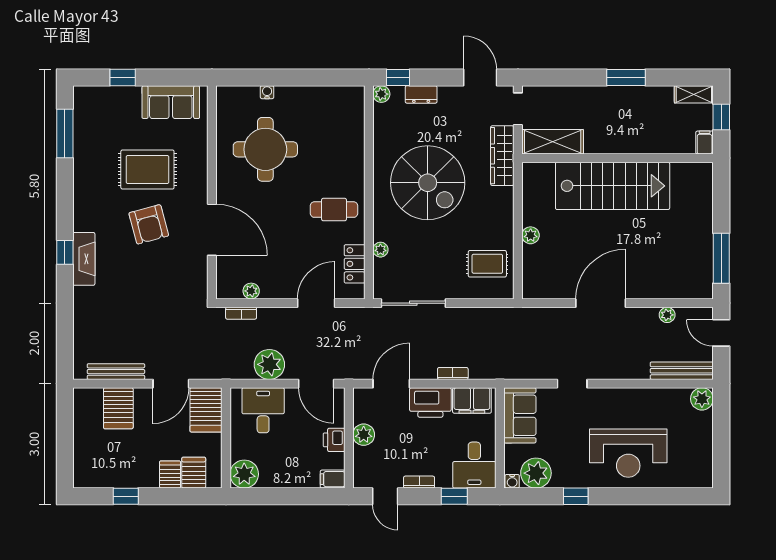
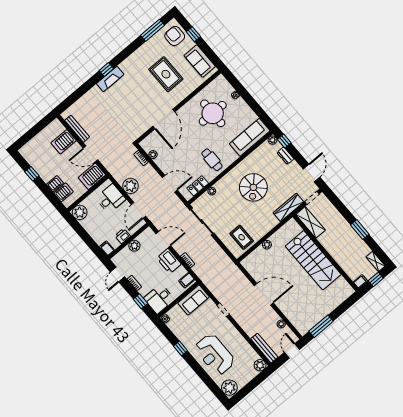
sofa: (348, 124) -> (250, 137), added
spiral stairs: (428, 183) -> (253, 187), width x0.73, depth x0.73
armchair: (149, 224) -> (175, 36), moved, turned 105
filing cabinet: (472, 400) -> (187, 280), width x0.50
plant: (536, 473) -> (229, 388), moved

